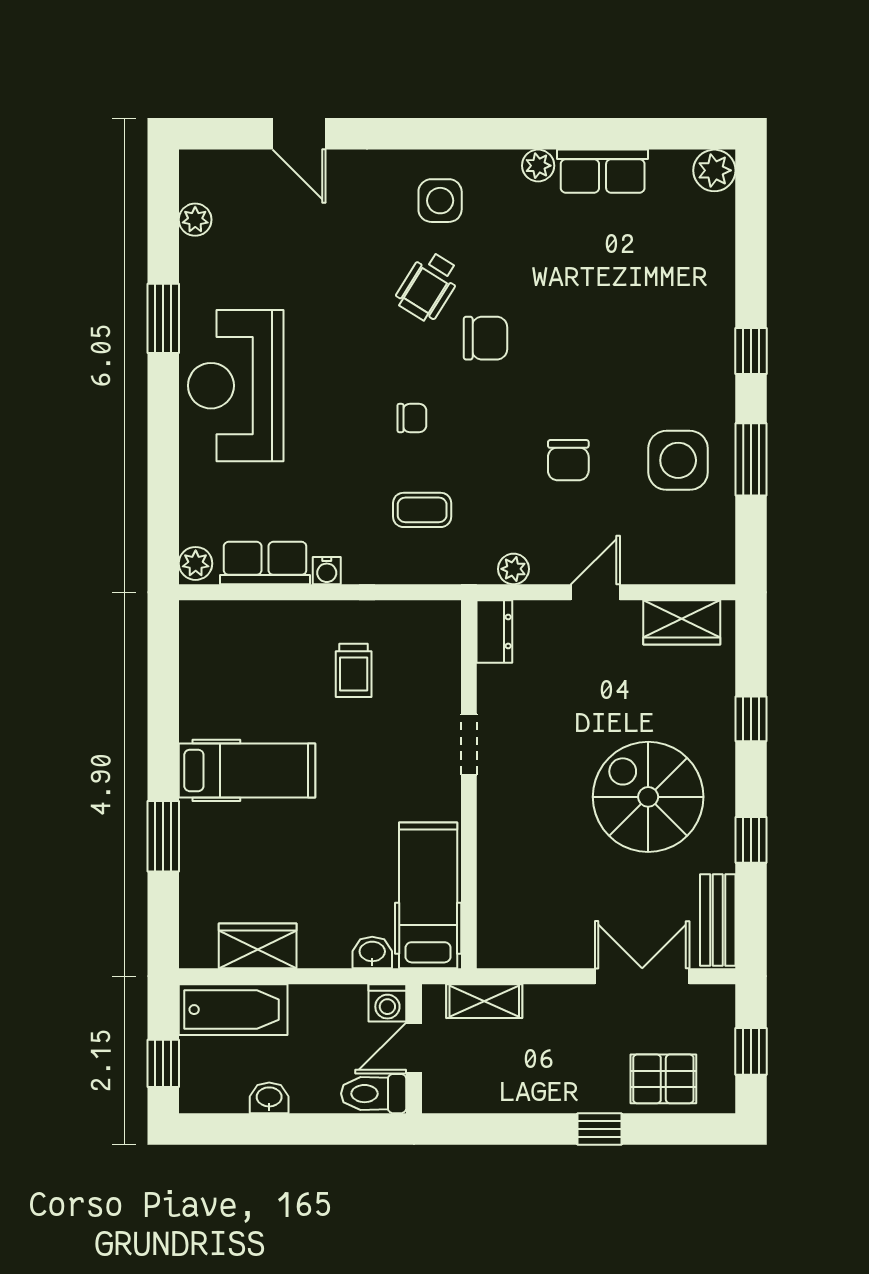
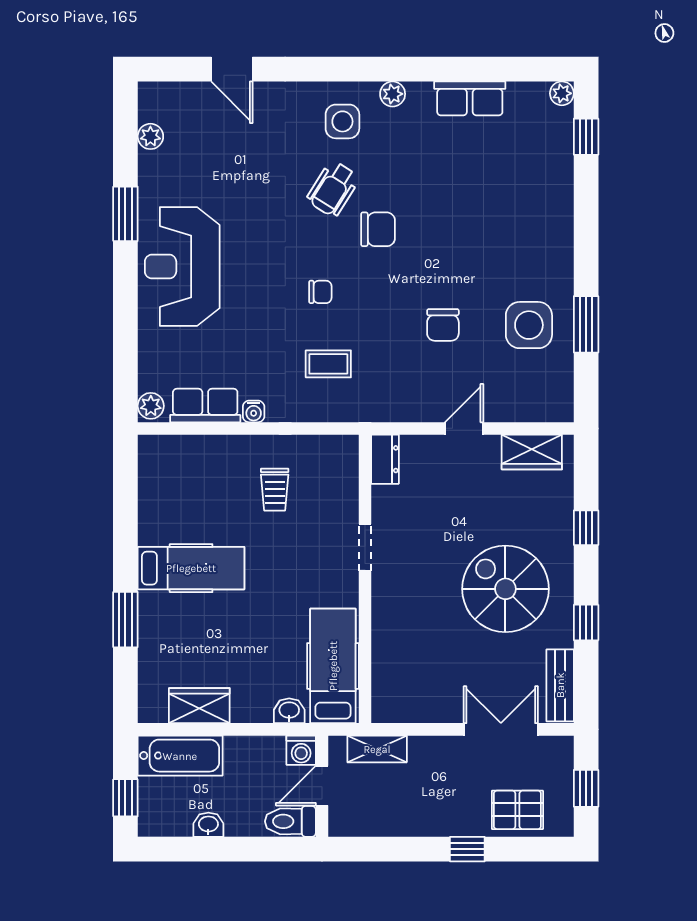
plant: (538, 166) -> (393, 94), moved
plant: (714, 170) -> (562, 93), width x0.73, depth x0.73
window: (751, 351) -> (586, 137), moved
plant: (514, 569) -> (400, 410), removed

